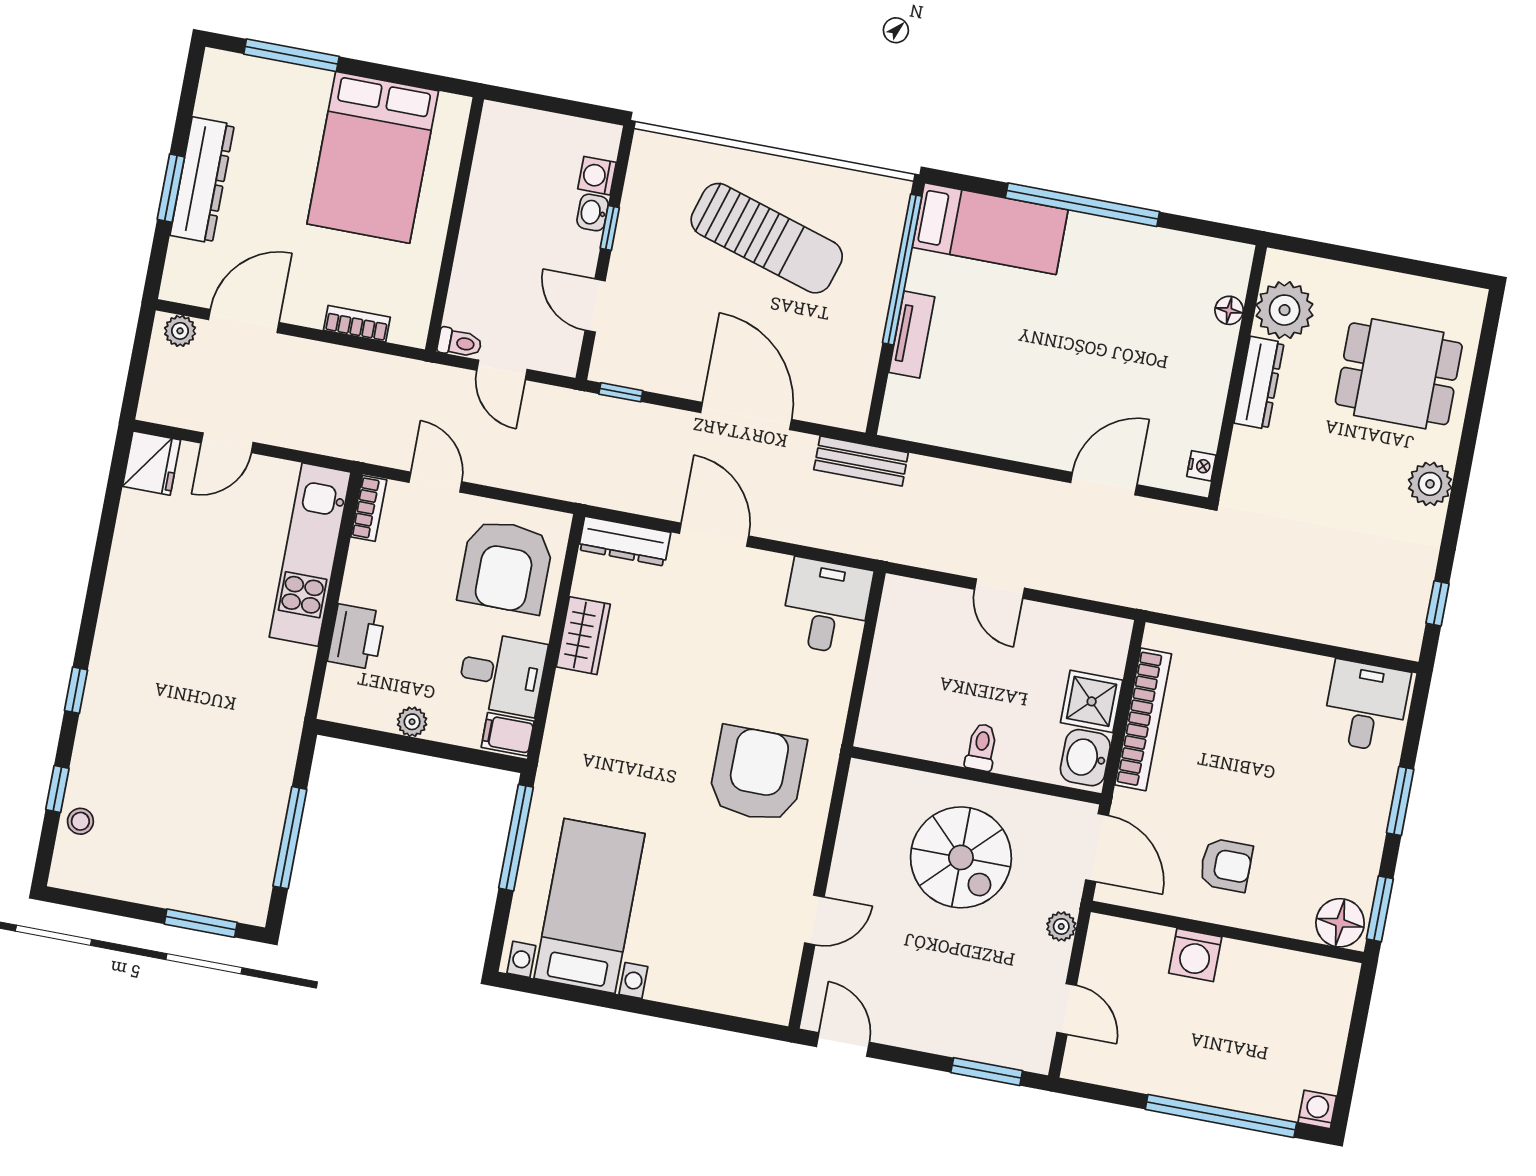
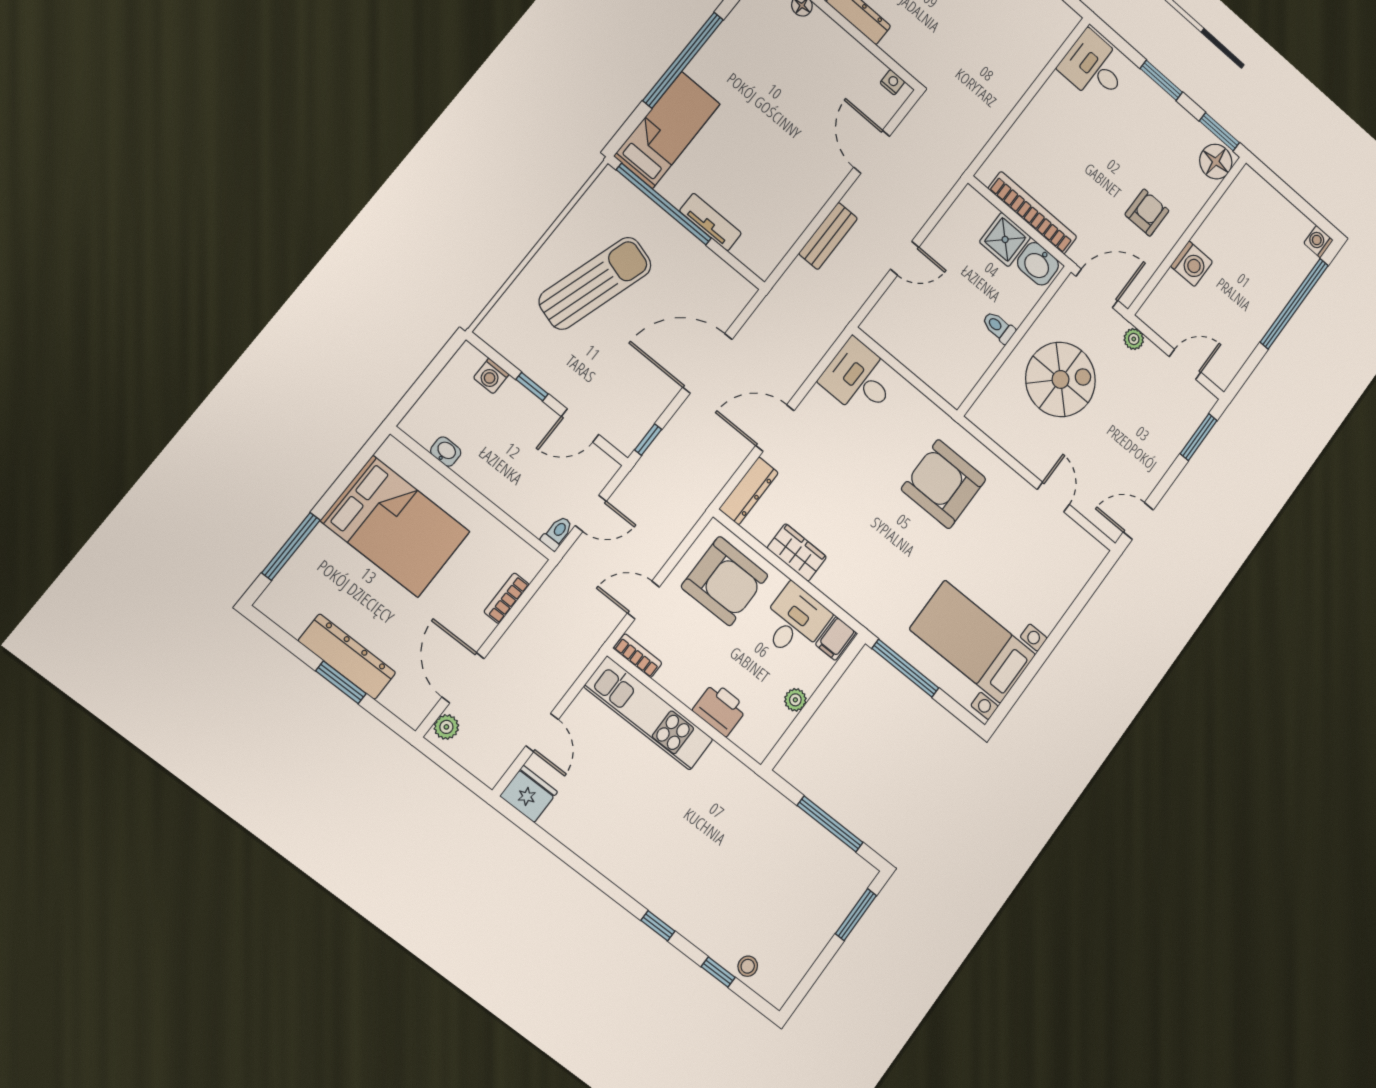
washbasin: (593, 212) -> (446, 452), moved, turned 180
bench: (861, 461) -> (828, 236), moved

